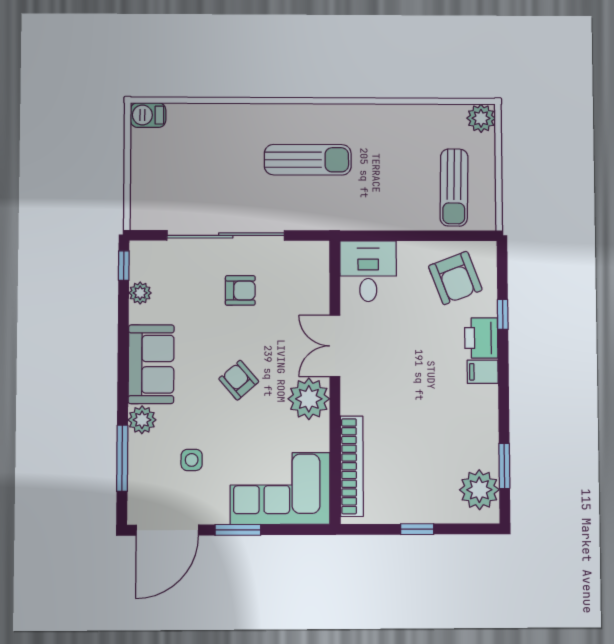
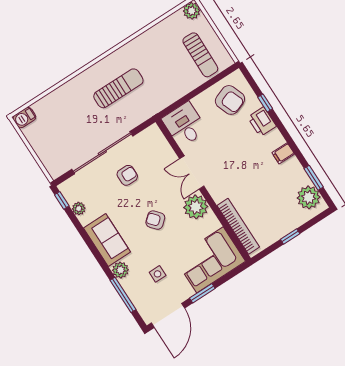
filing cabinet: (483, 372) -> (283, 153), moved

